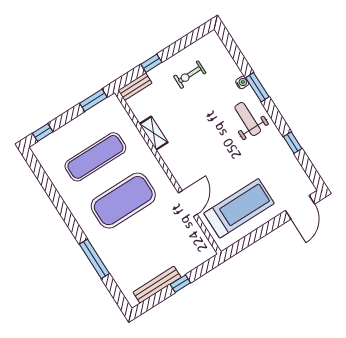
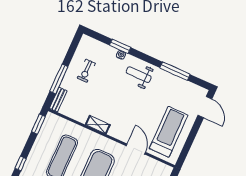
window: (151, 63) -> (59, 79), width x2.17
window: (257, 87) -> (120, 46), moved
shelving: (154, 133) -> (98, 125), moved
window: (293, 143) -> (175, 71), width x2.17

